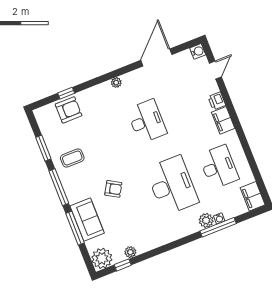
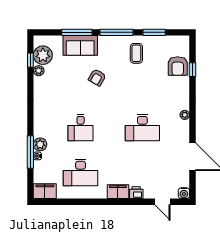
desk: (172, 185) -> (81, 128), width x0.53, depth x0.77
plant: (102, 258) -> (43, 55), moved

